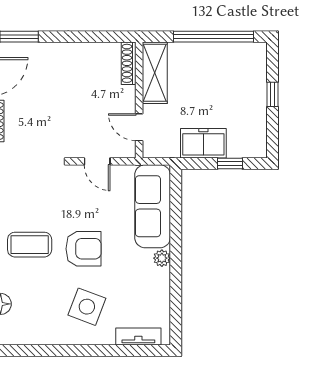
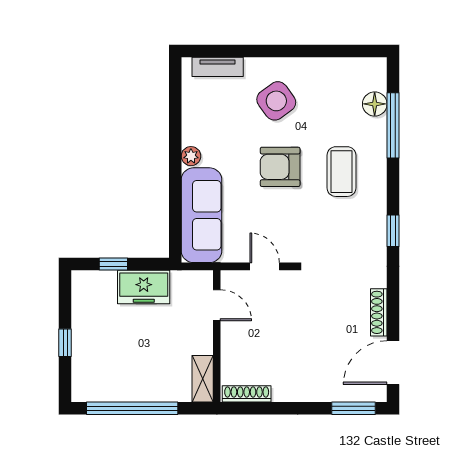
shoe rack: (129, 63) -> (247, 394), moved, turned -90
shelving: (155, 73) -> (203, 379), width x0.67, depth x0.75
coffee table: (30, 245) -> (341, 172), turned 90
side table: (87, 307) -> (276, 101), turned 33

